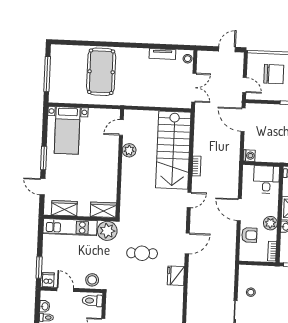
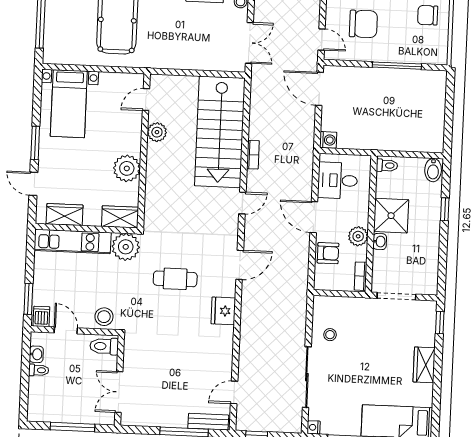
plant: (108, 176) -> (127, 168), added
desk: (266, 180) -> (338, 180), moved, turned -90

